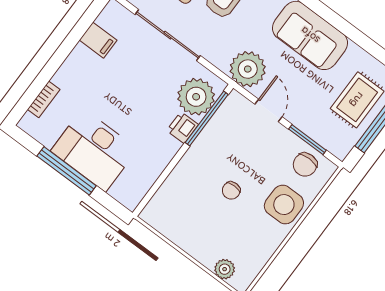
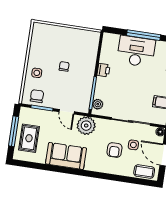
plant: (196, 97) -> (98, 104), width x0.53, depth x0.53
printer: (183, 128) -> (104, 70), moved
side table: (284, 205) -> (37, 73), width x0.54, depth x0.54
plant: (225, 269) -> (48, 29), removed

